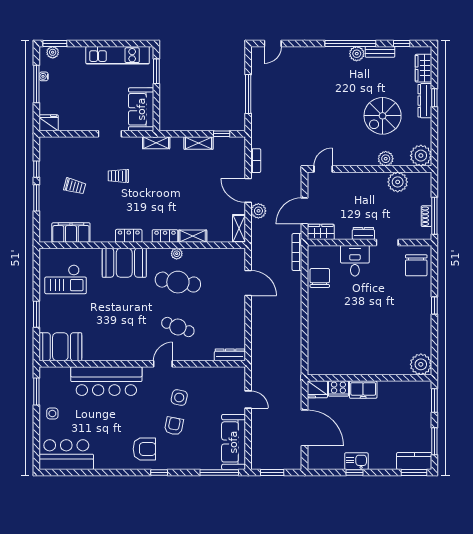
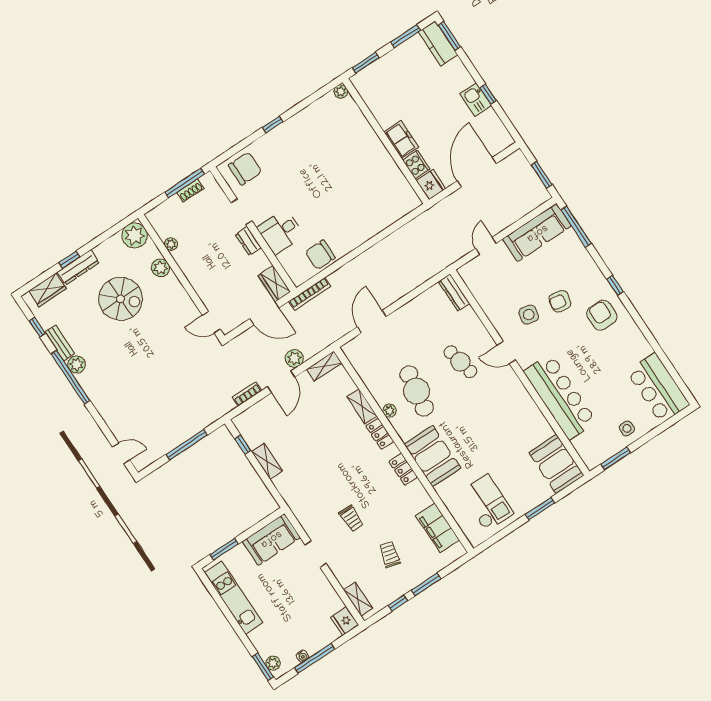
shelving: (156, 143) -> (358, 599), moved
plant: (398, 182) -> (171, 244), width x0.53, depth x0.53
cafe table: (178, 327) -> (460, 362), turned -33
plant: (421, 364) -> (341, 91), width x0.53, depth x0.53

